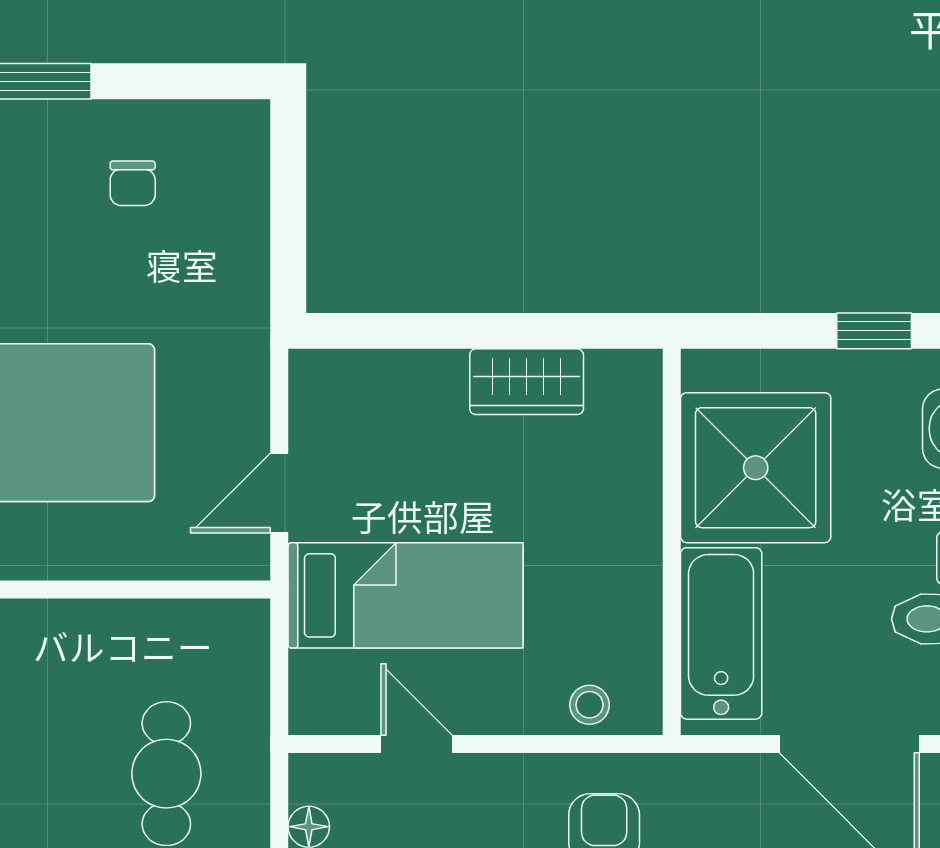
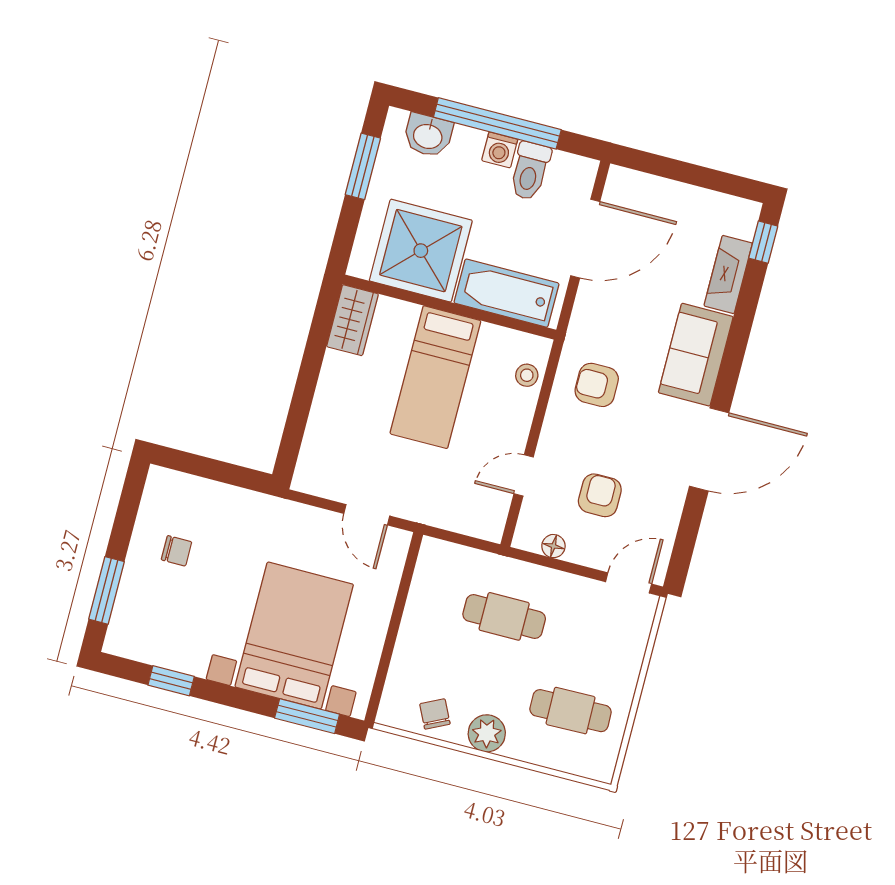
window: (874, 331) -> (363, 166), width x1.50
wardrobe: (527, 382) -> (352, 320), moved
bed: (406, 595) -> (435, 377), moved, turned 180

